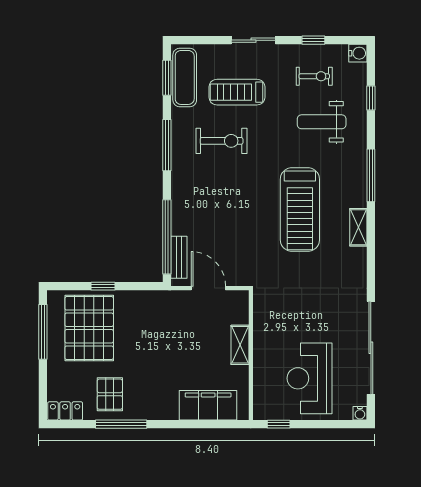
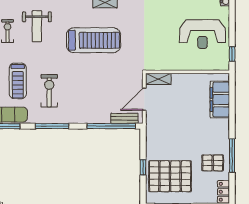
shelving: (240, 345) -> (158, 79), moved

